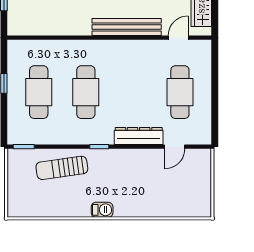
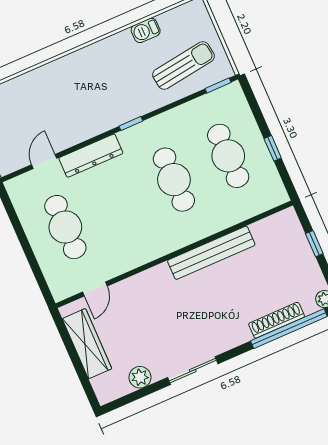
bench: (127, 27) -> (211, 253), moved
sun lounger: (62, 168) -> (184, 65), moved
barbecue: (102, 210) -> (146, 30), moved

